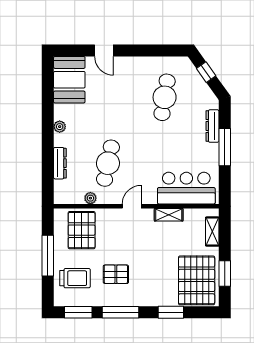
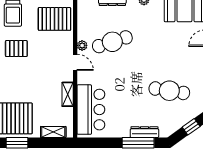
window: (225, 147) -> (138, 143), moved
cafe table: (108, 163) -> (112, 42), turned -30
plant: (90, 198) -> (82, 45), moved
pallet: (116, 274) -> (16, 49), turned 90

